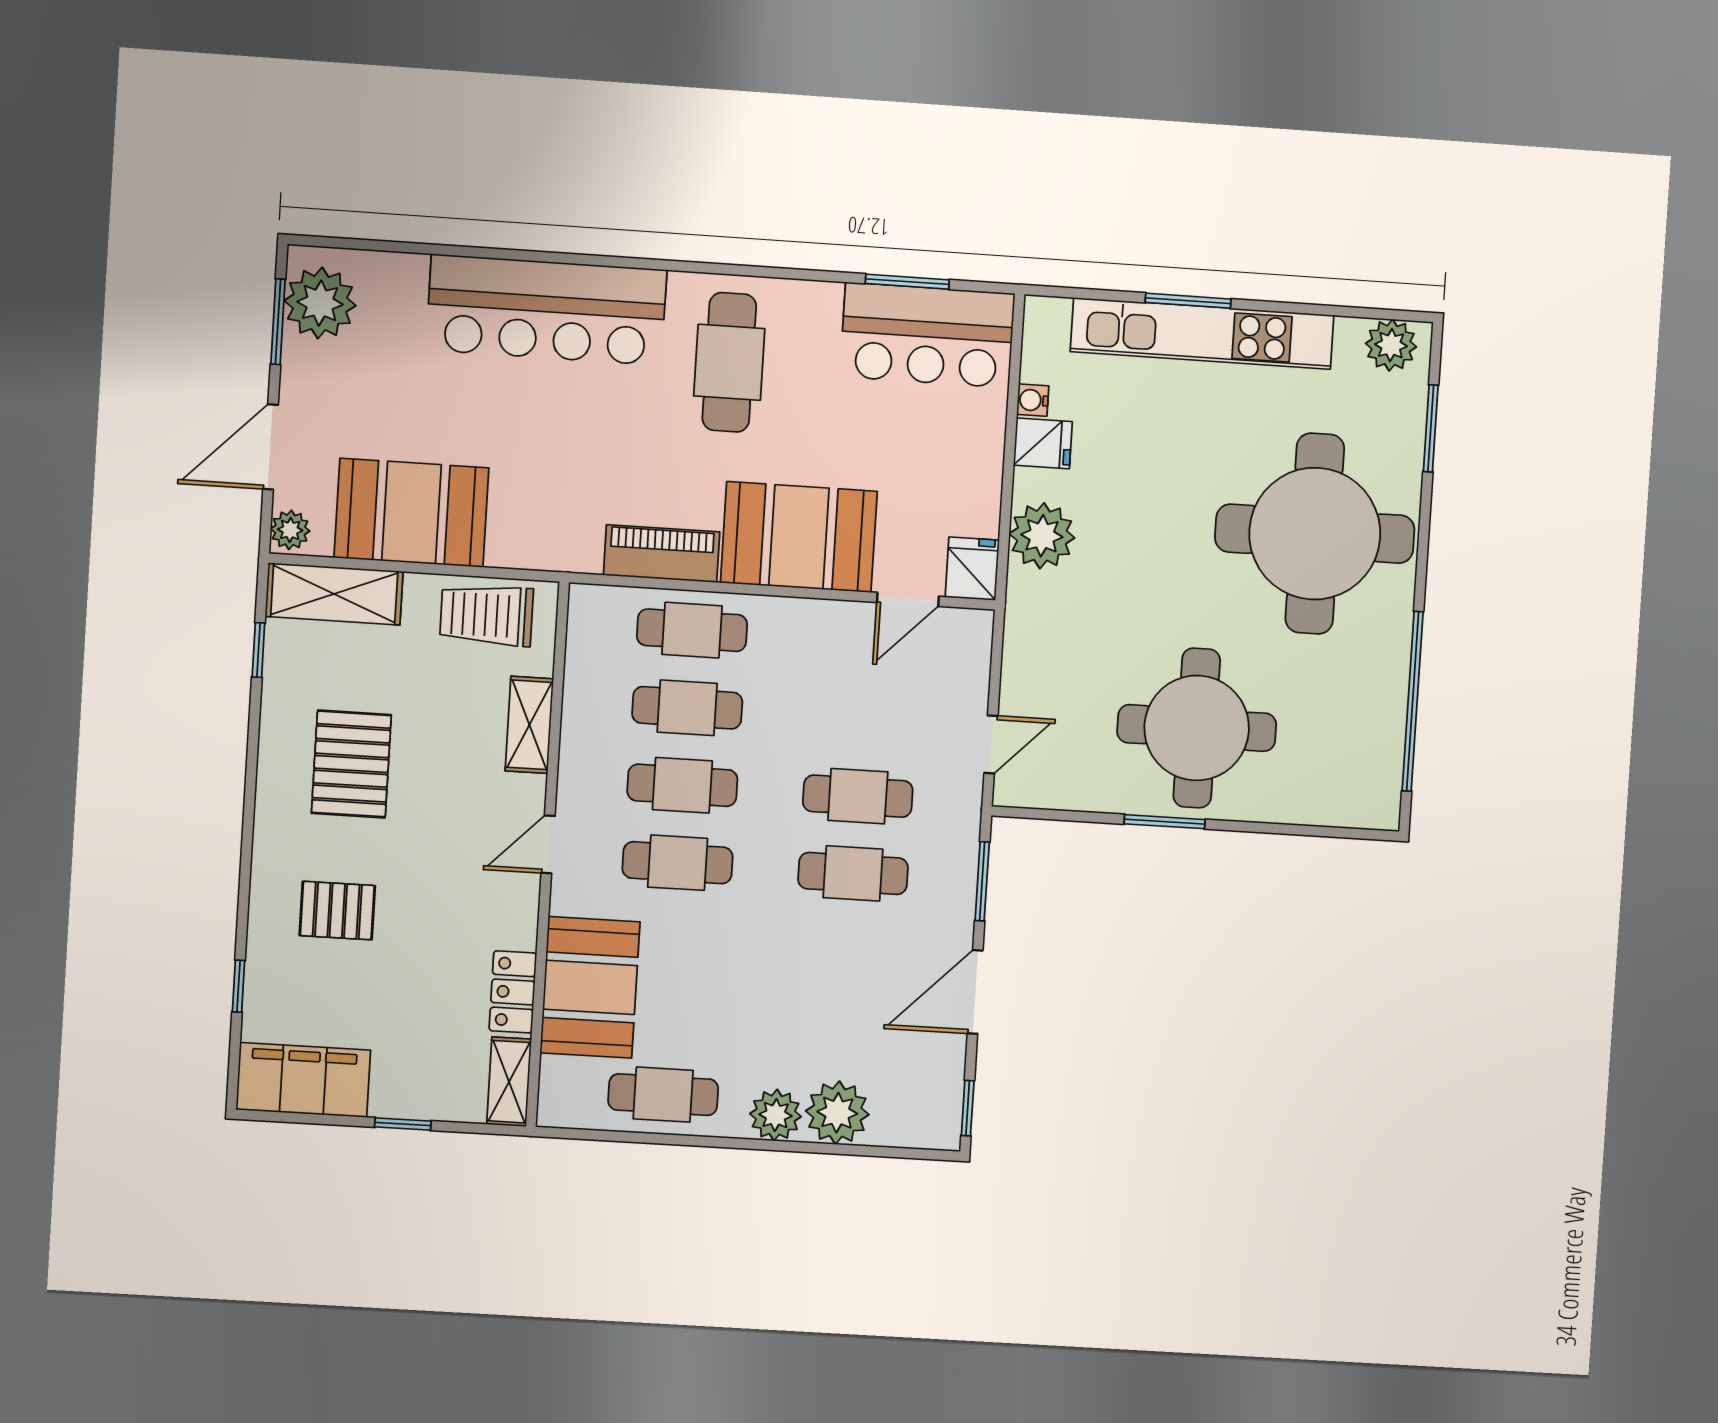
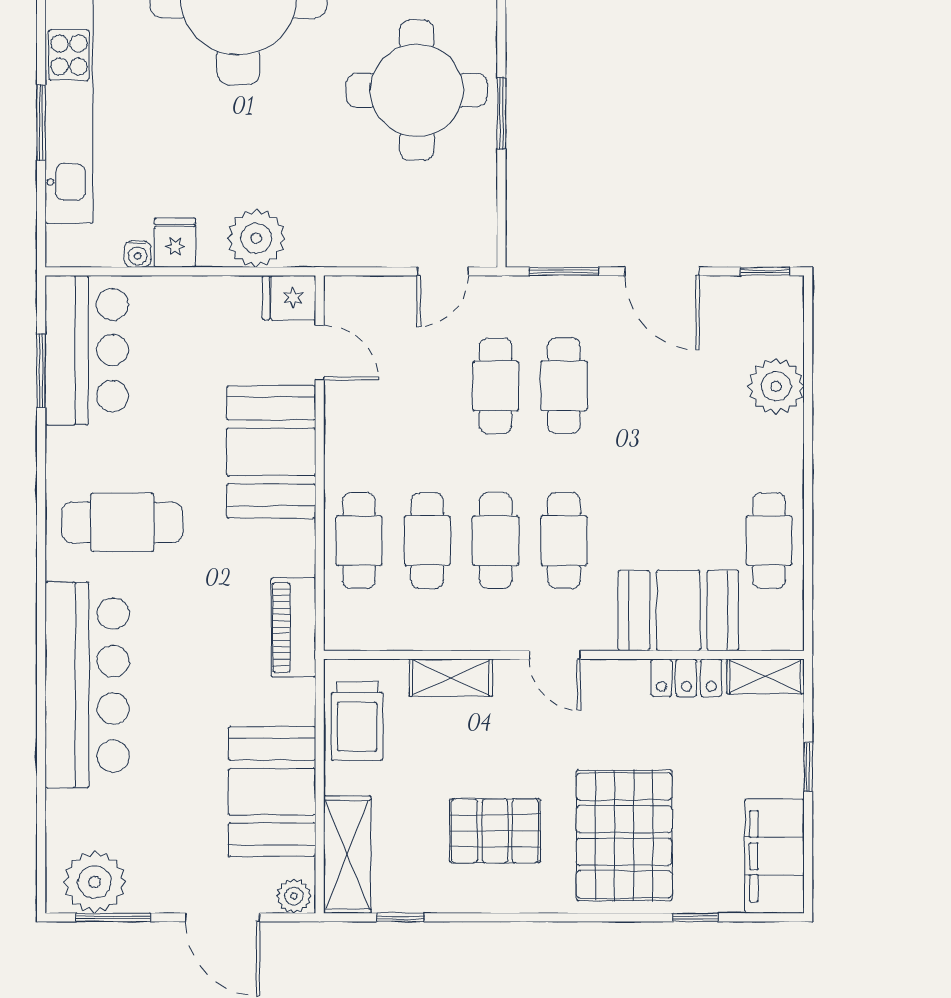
piano: (662, 553) -> (293, 627), moved
door: (991, 744) -> (443, 271), swing flipped
pallet: (337, 911) -> (624, 835), width x2.05, depth x2.00
plant: (776, 1115) -> (781, 441), removed

